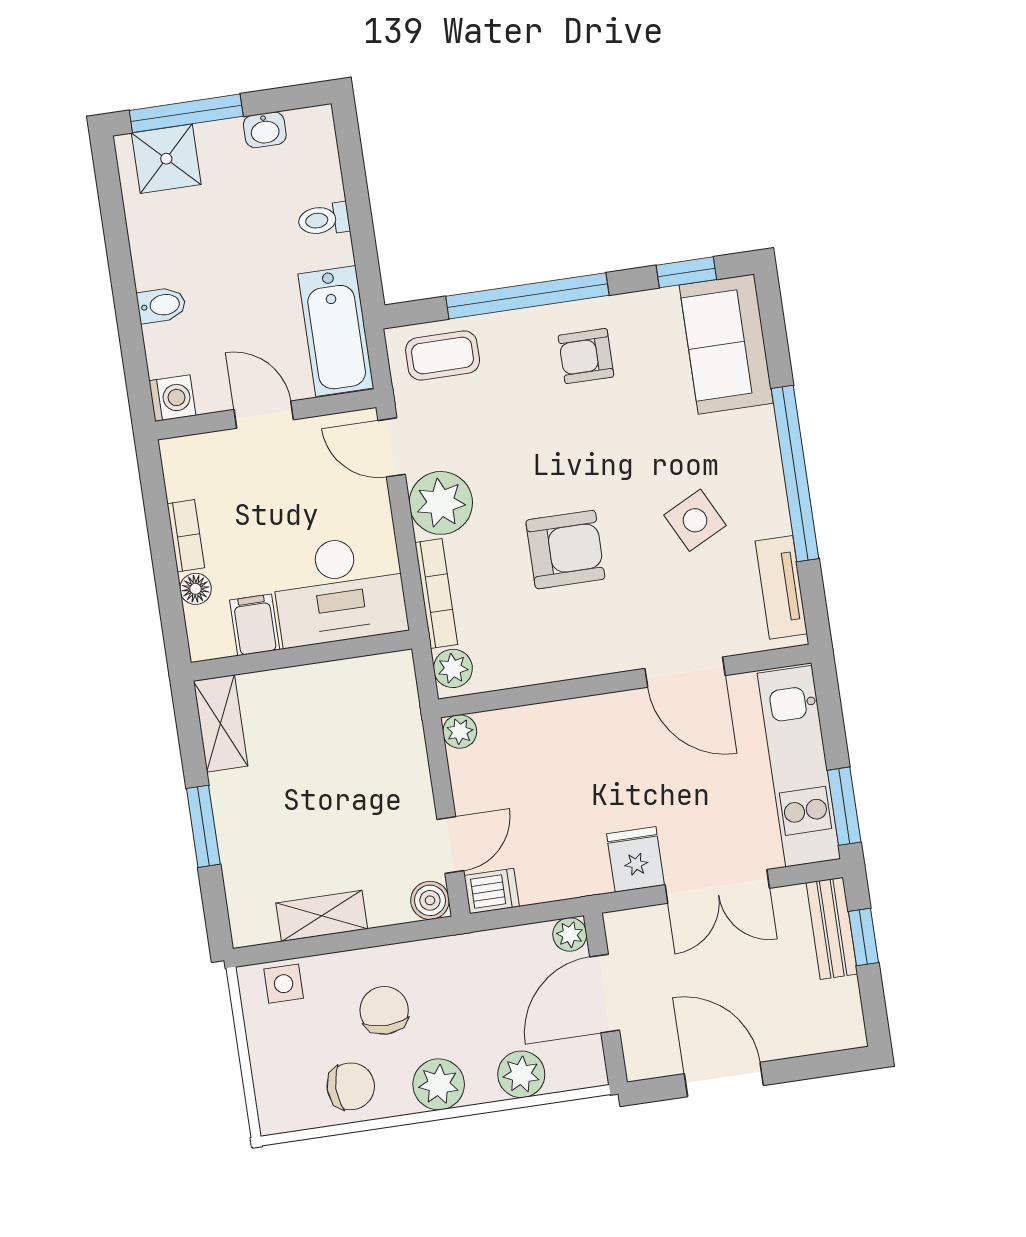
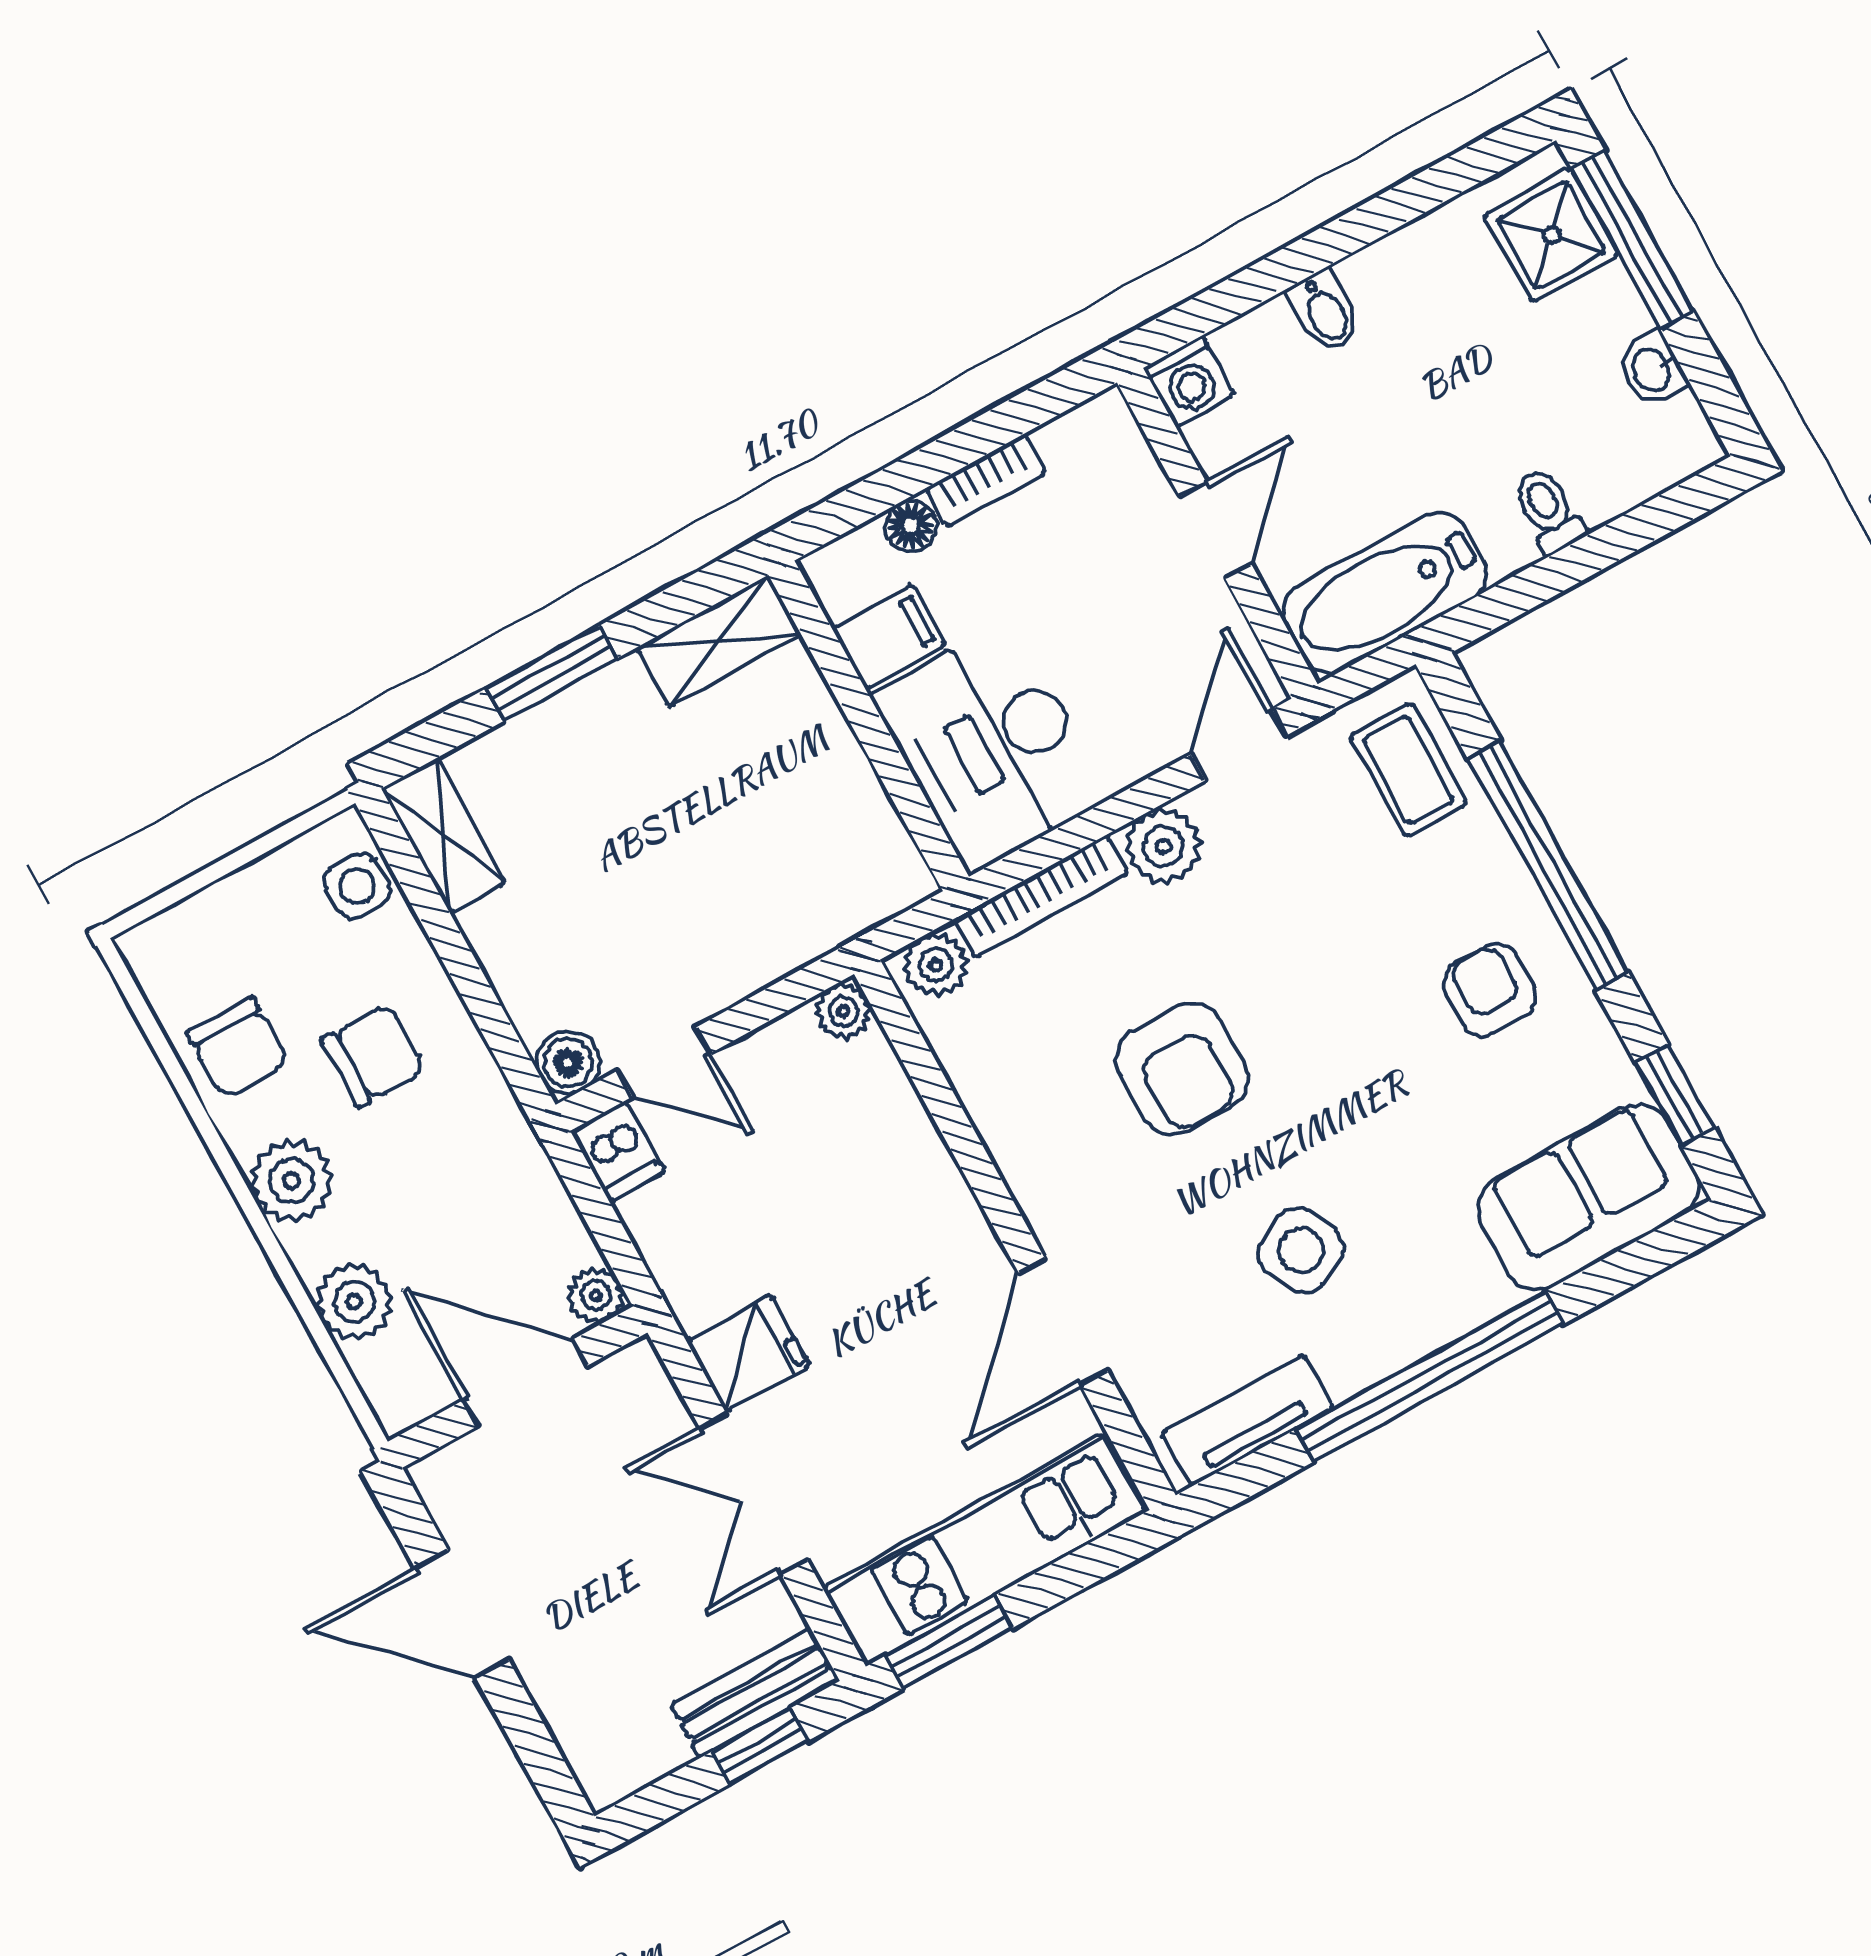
plant: (441, 503) -> (1163, 846), width x0.73, depth x0.73
shelving: (322, 916) -> (443, 835), moved
door: (724, 1080) -> (462, 1614), swing flipped

